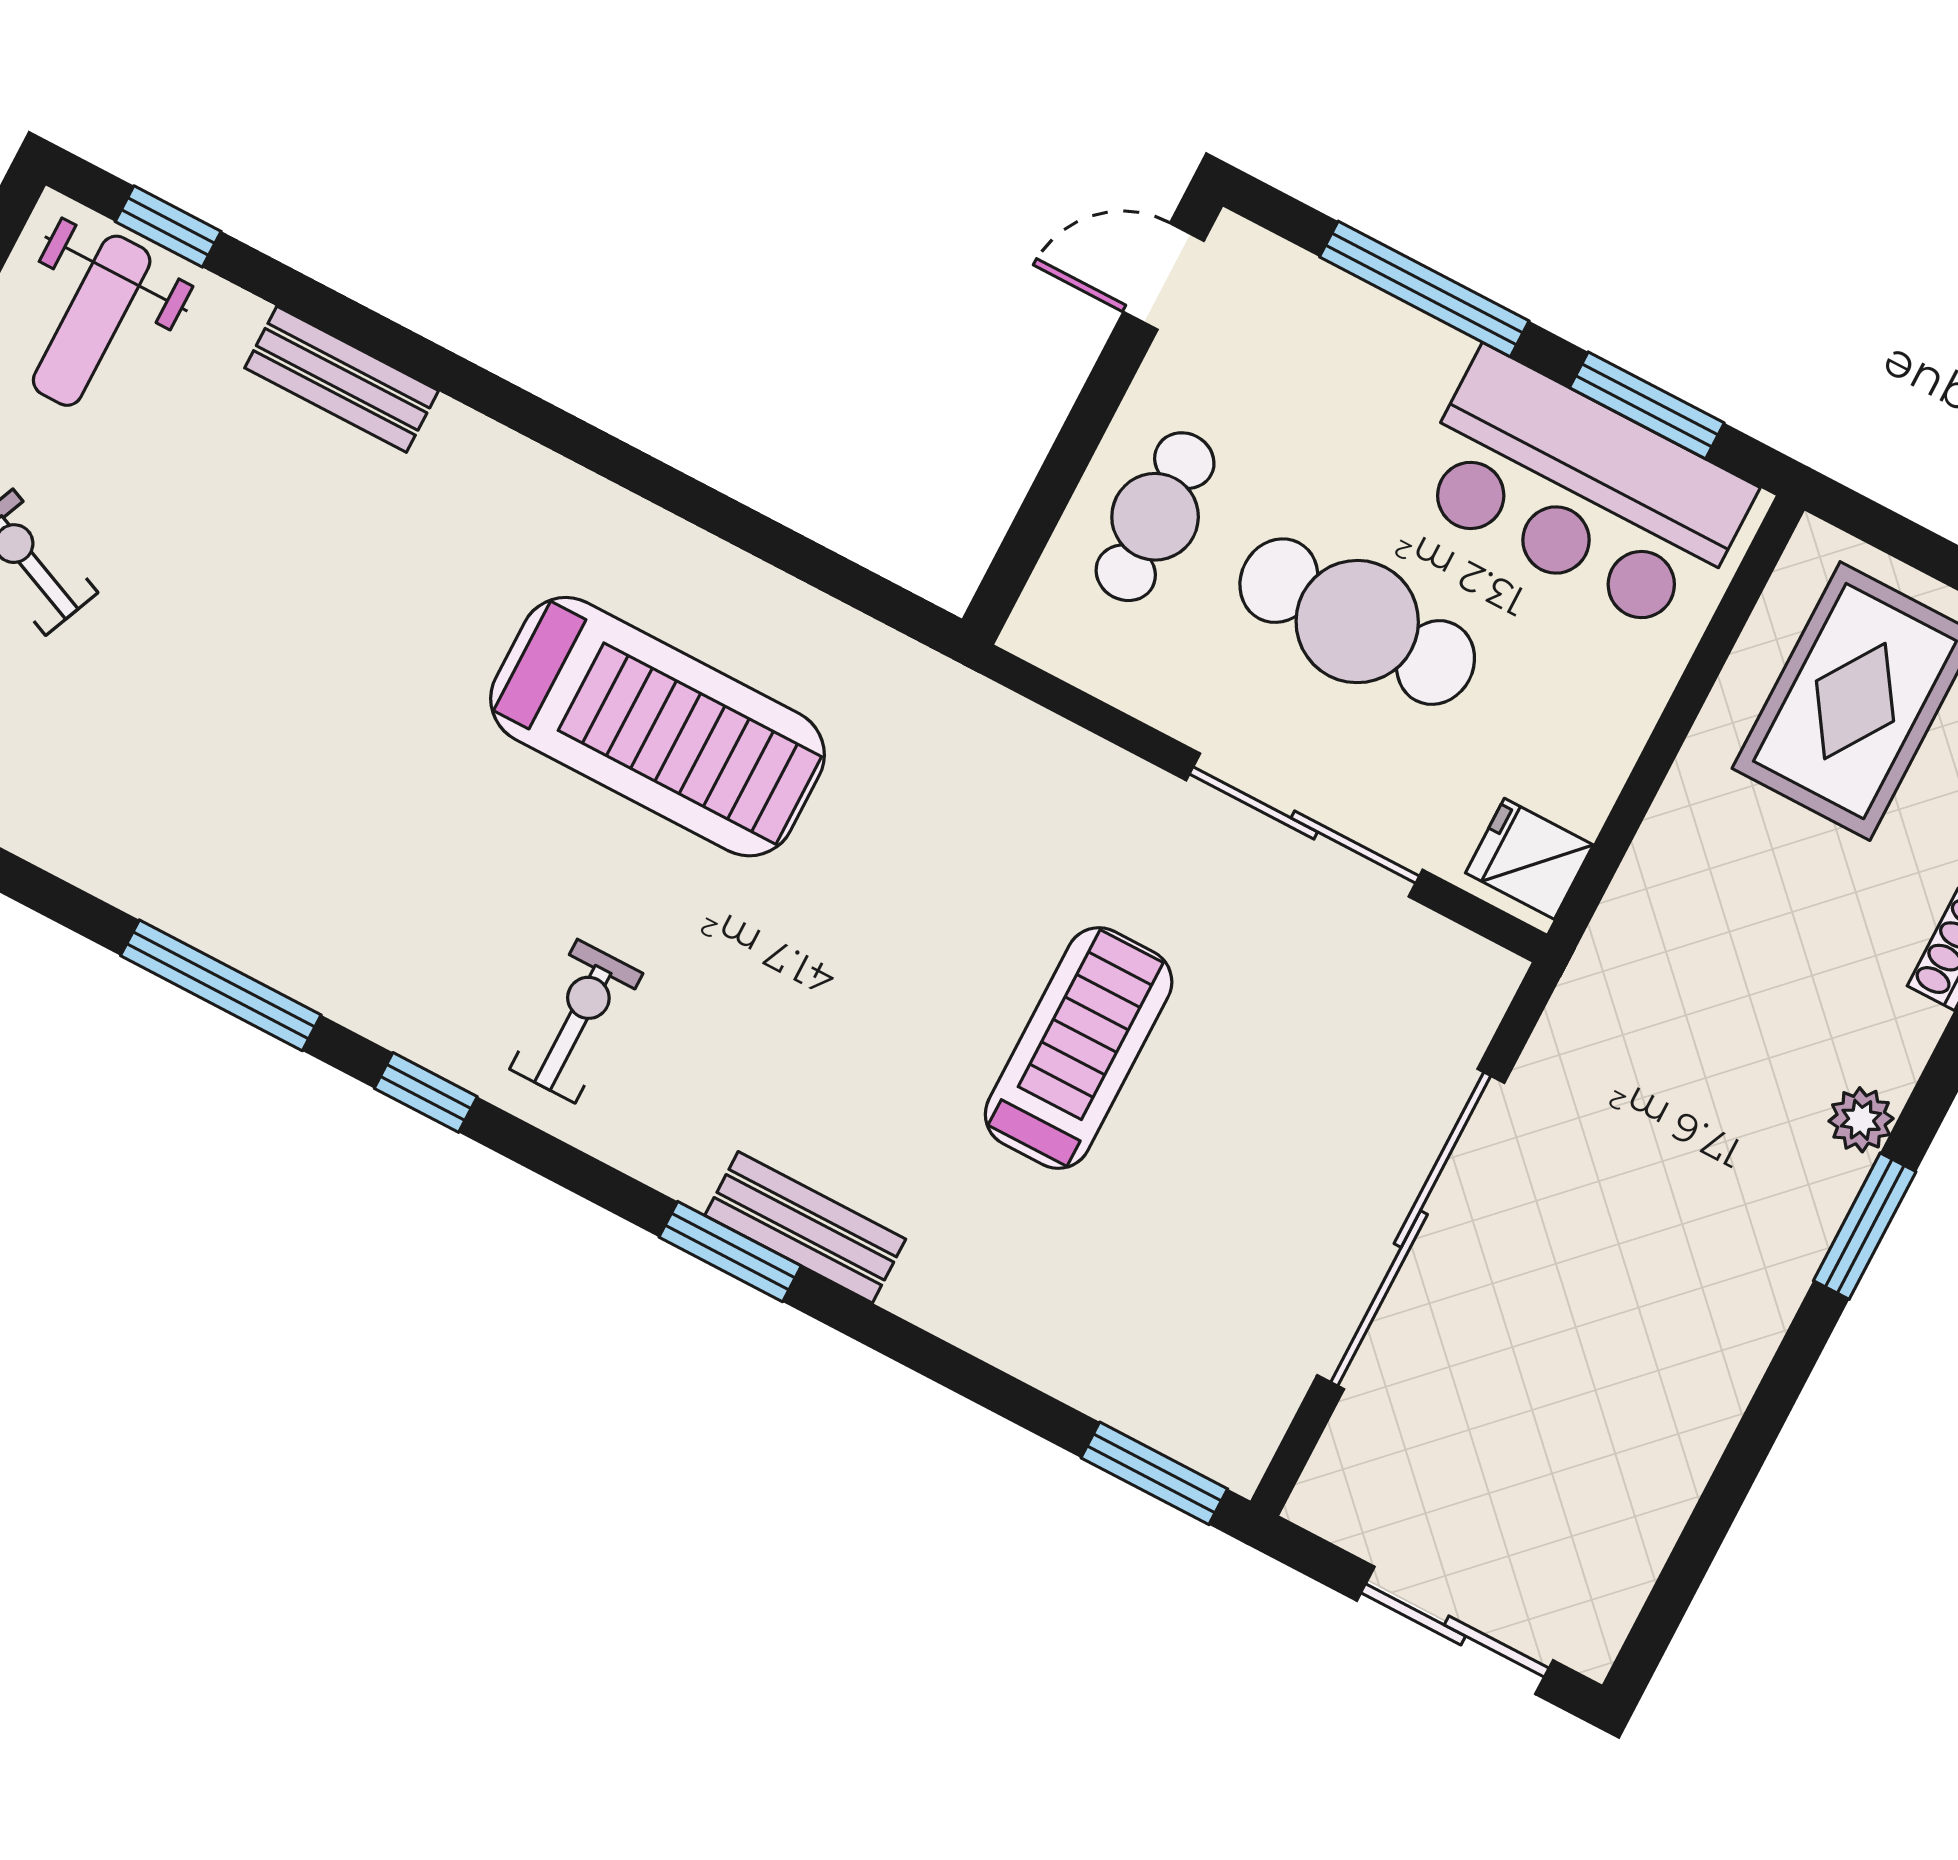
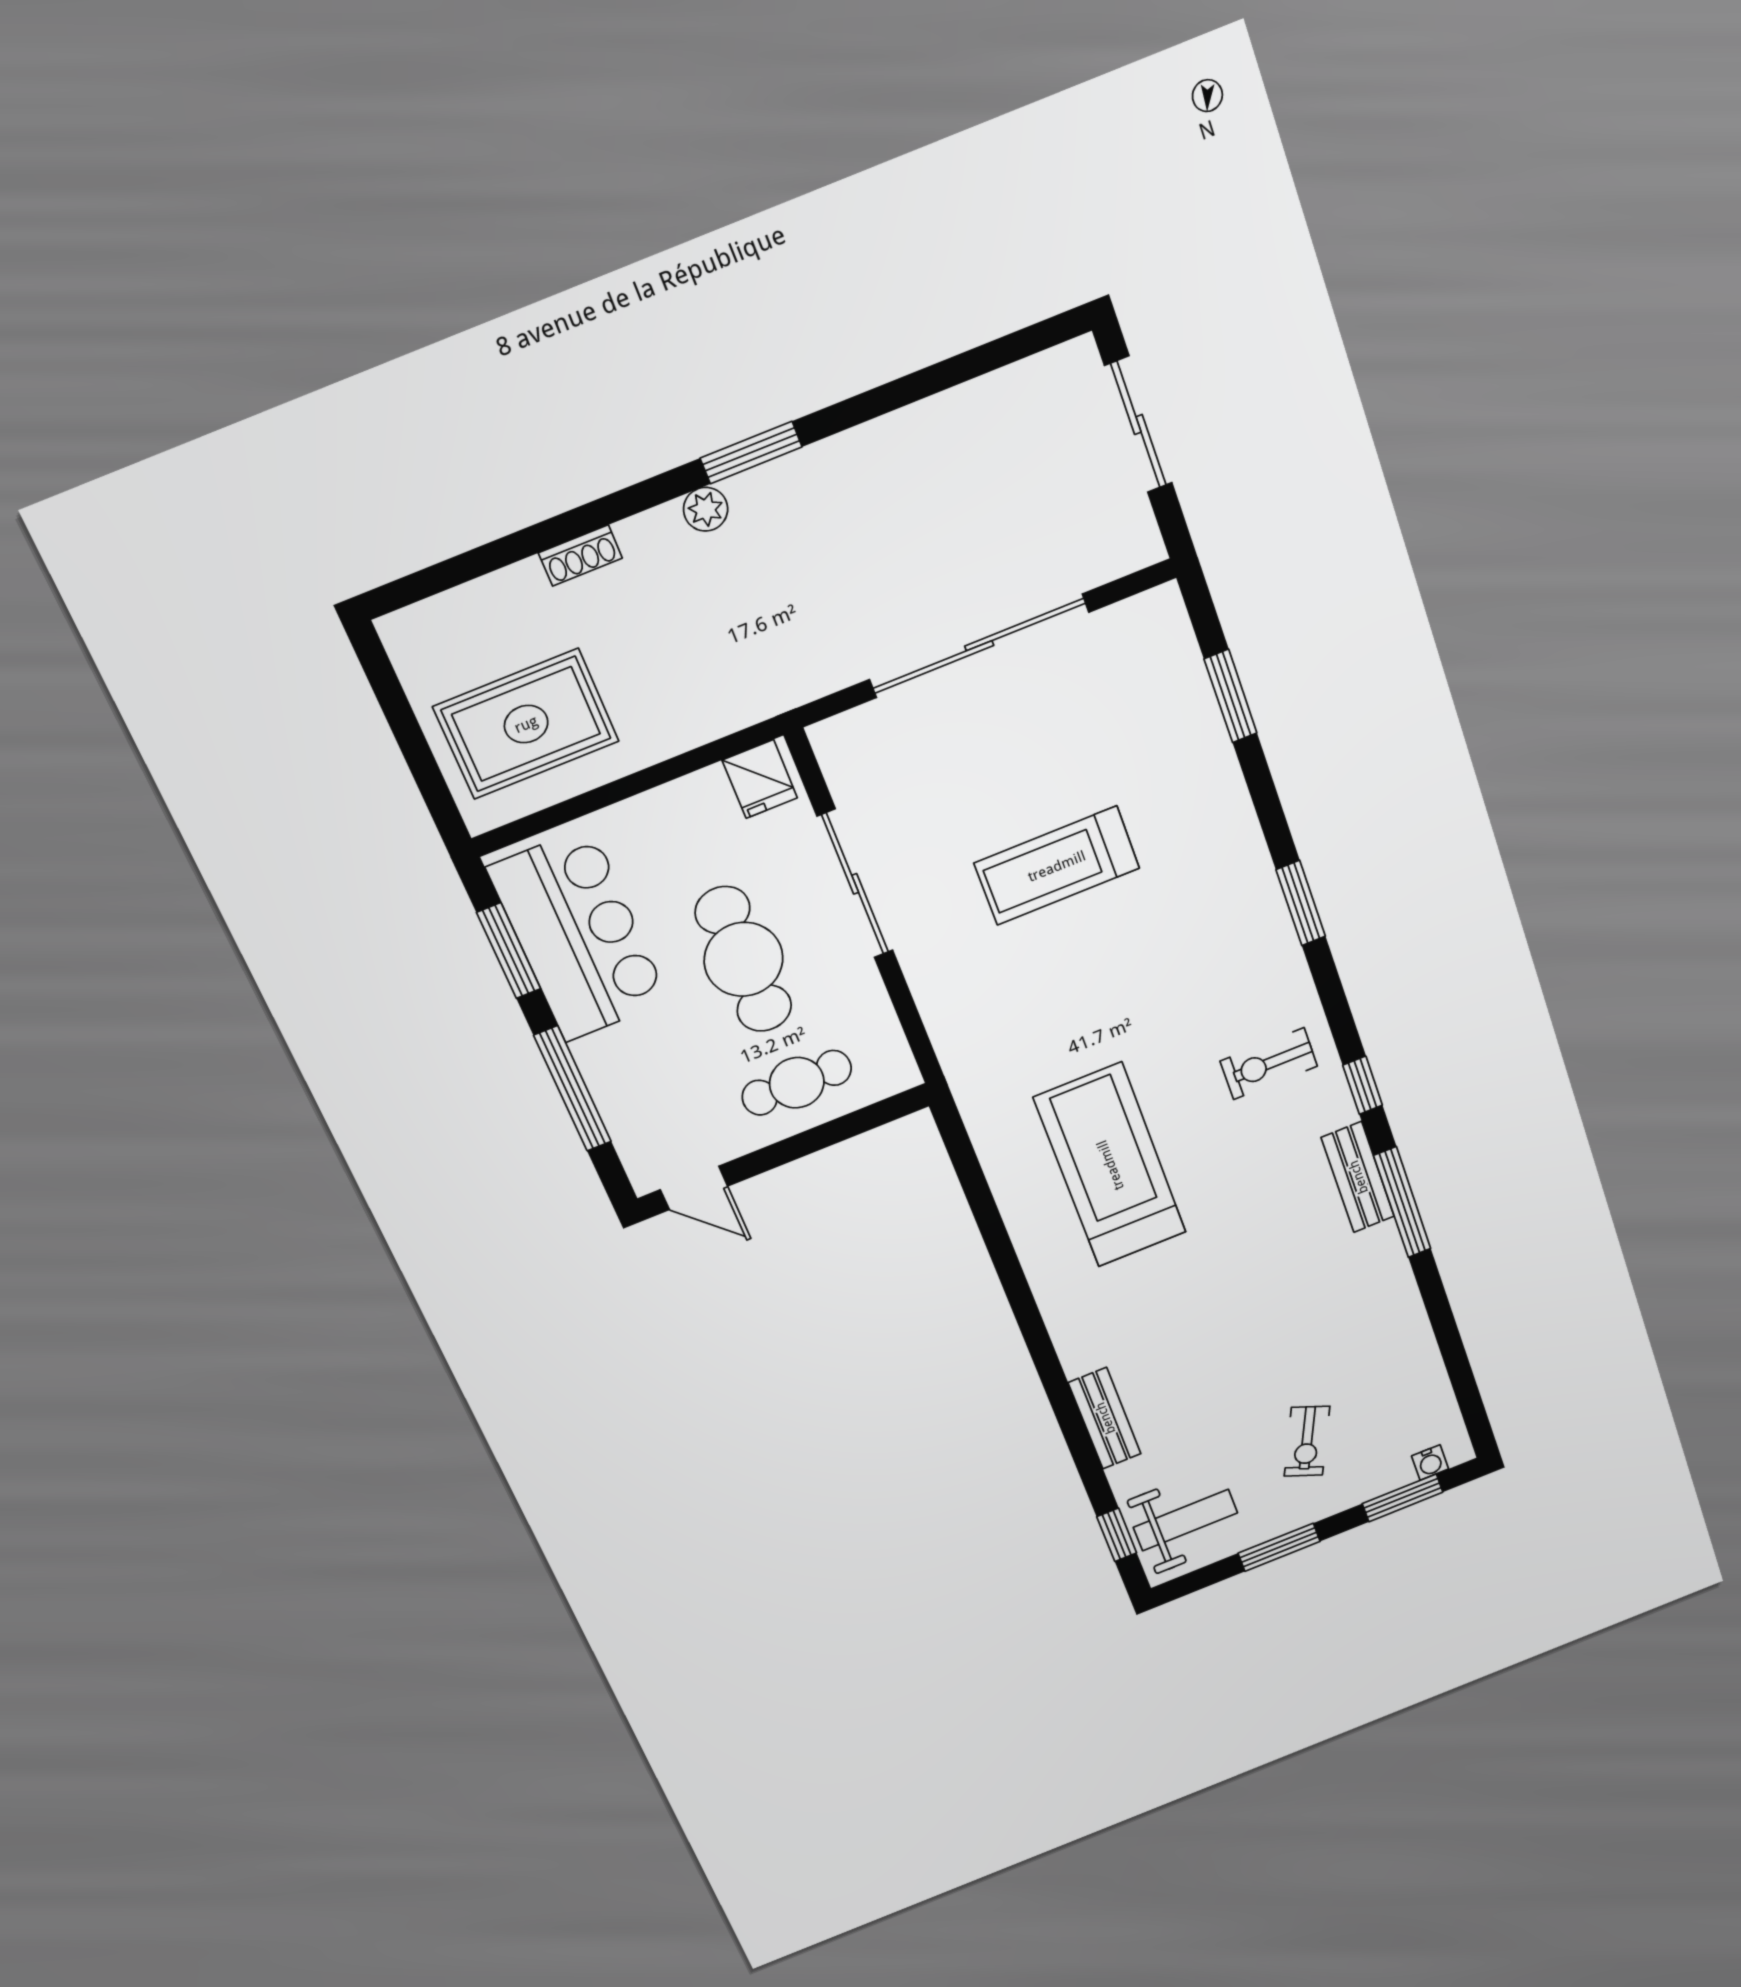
bench: (805, 1227) -> (1358, 1177), moved
window: (1154, 1473) -> (1231, 696), moved

